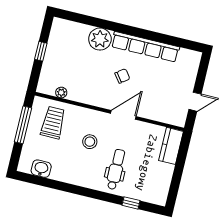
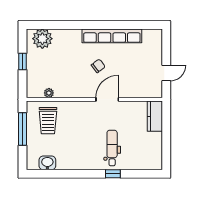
plant: (100, 39) -> (42, 39), moved
trolley: (53, 123) -> (48, 121), turned 180
stool: (90, 142) -> (84, 129), removed
window: (131, 203) -> (113, 174), moved

